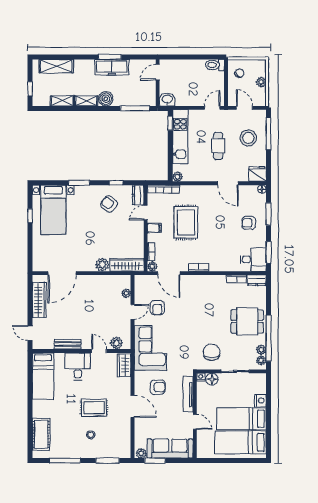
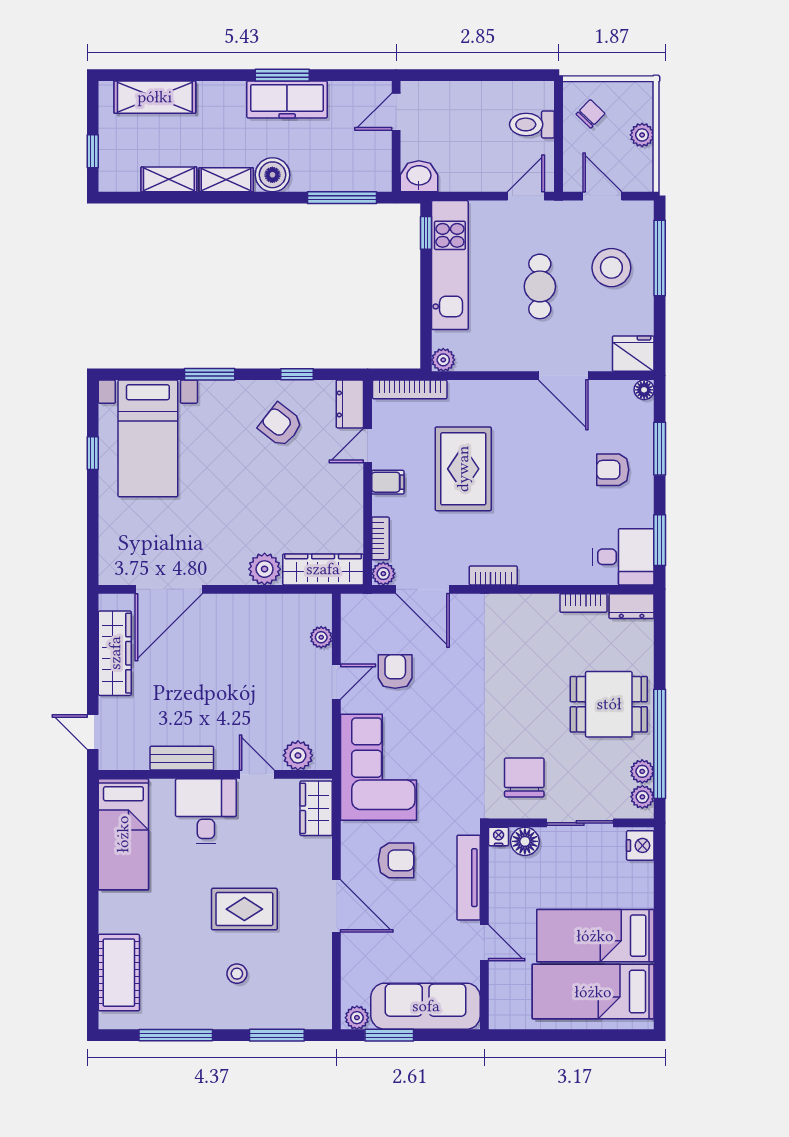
toilet: (215, 65) -> (532, 124), moved
armchair: (157, 308) -> (395, 672), turned 180
nightstand: (260, 401) -> (640, 845), moved

